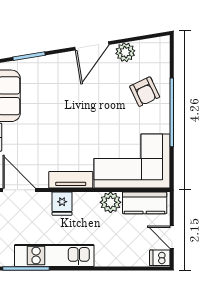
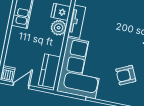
armchair: (145, 92) -> (126, 75), moved
plant: (111, 202) -> (59, 28), moved

